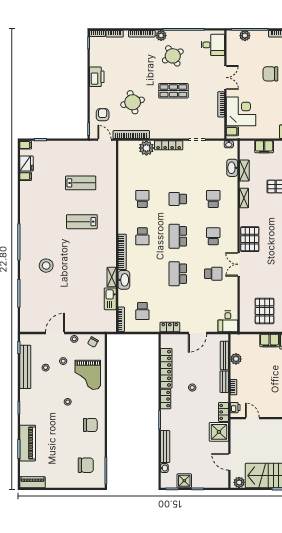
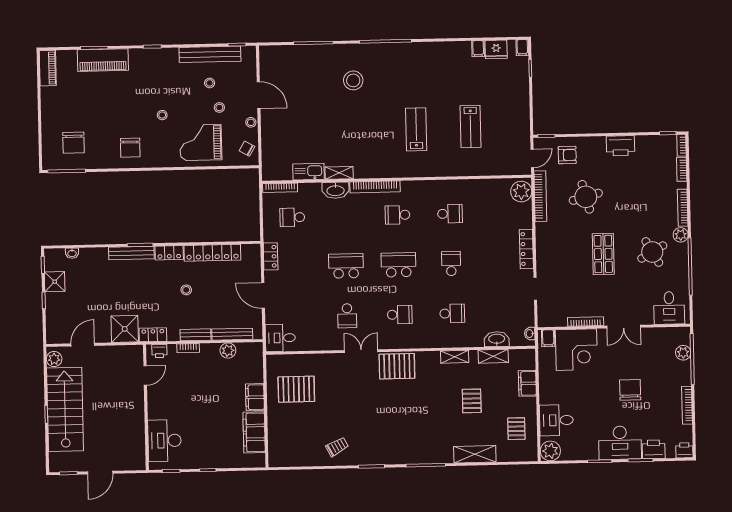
plant: (146, 148) -> (521, 192), moved
bench: (165, 447) -> (131, 253), moved

